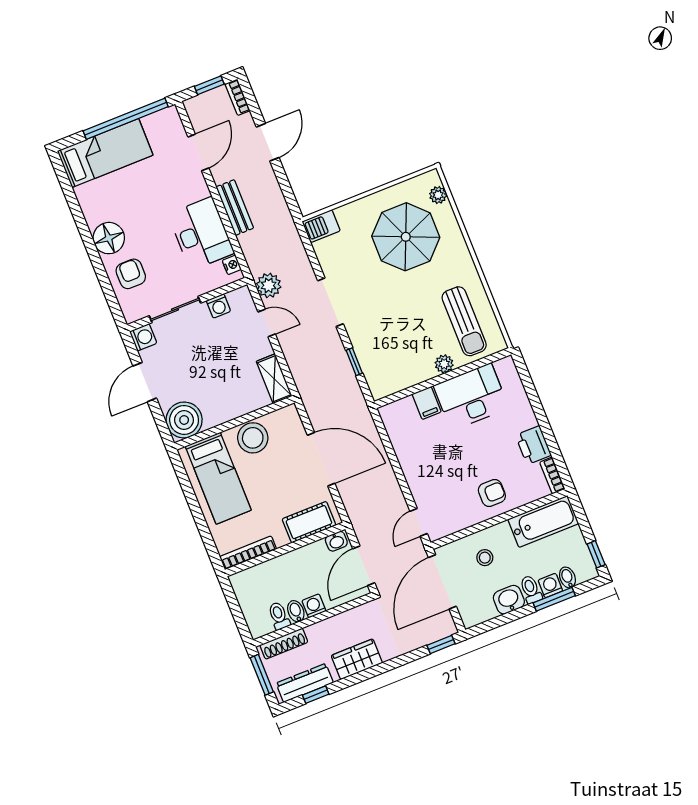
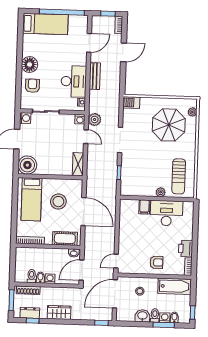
washing machine: (218, 306) -> (80, 119), moved
stool: (253, 438) -> (58, 202), moved
dresser: (305, 683) -> (30, 313), width x0.70

